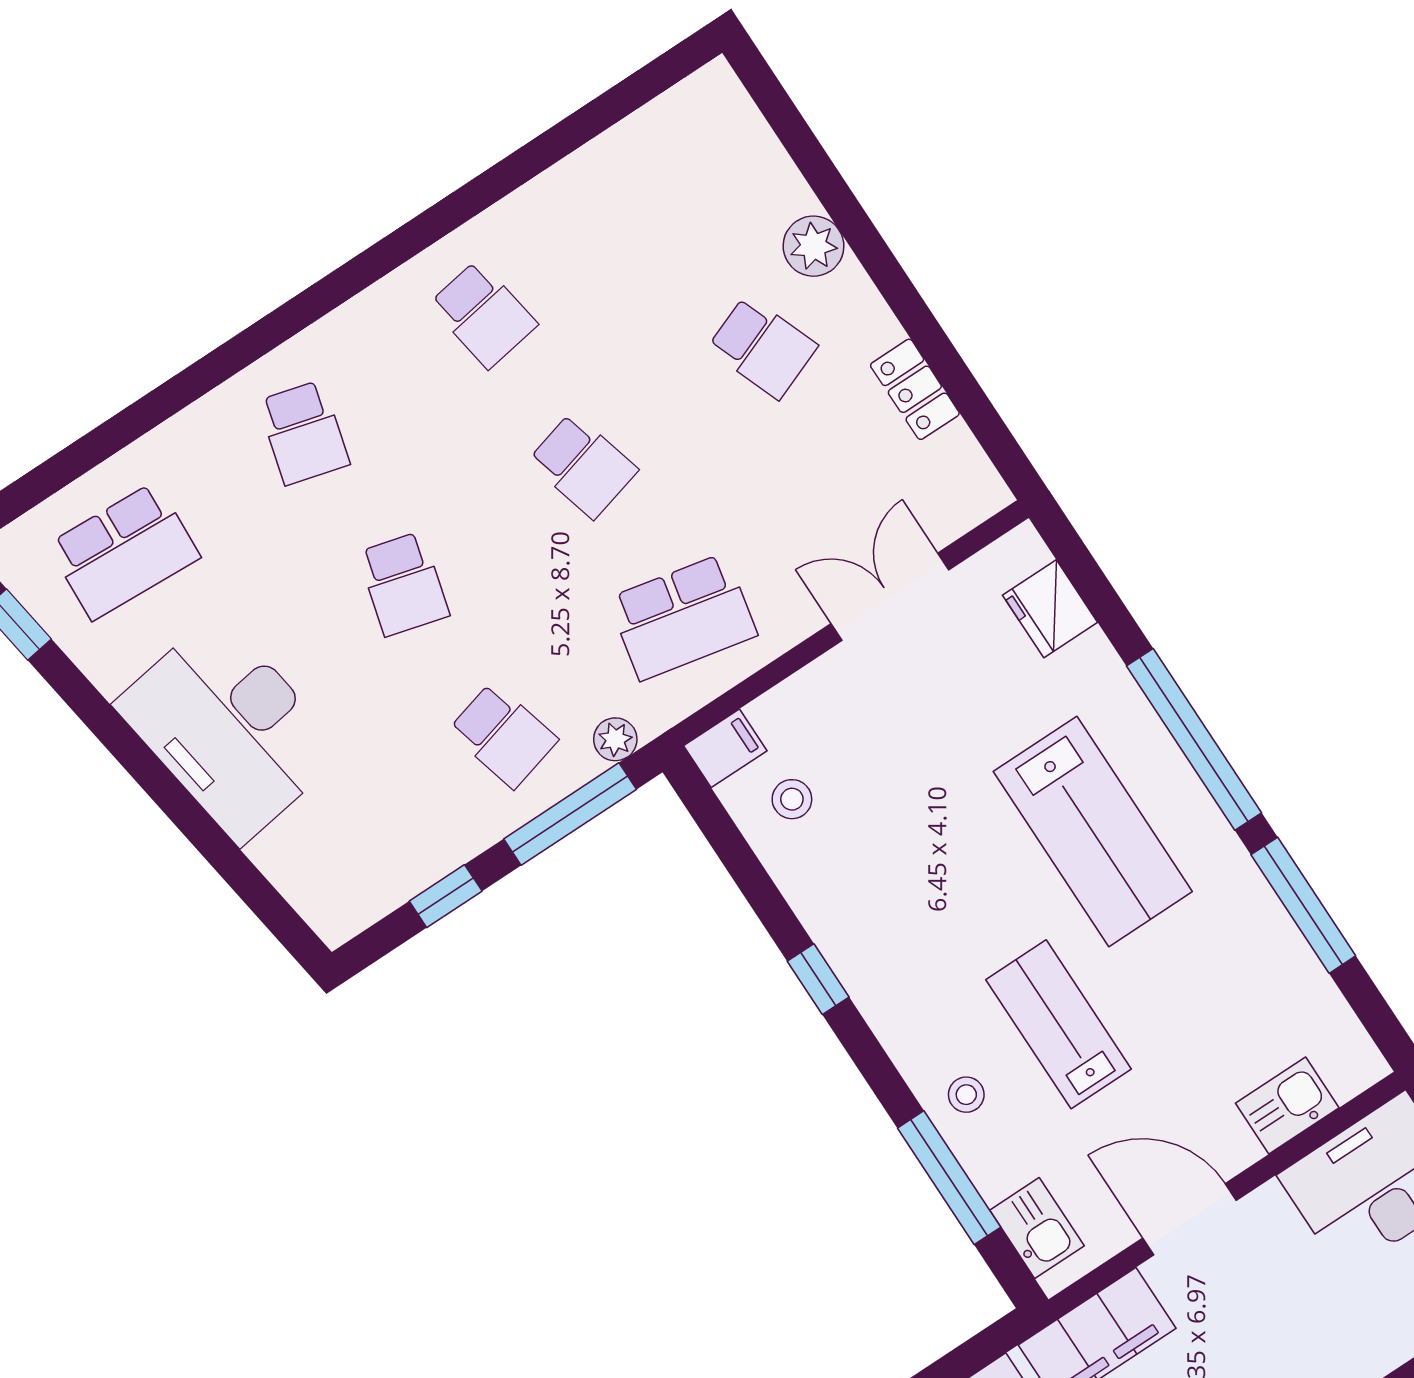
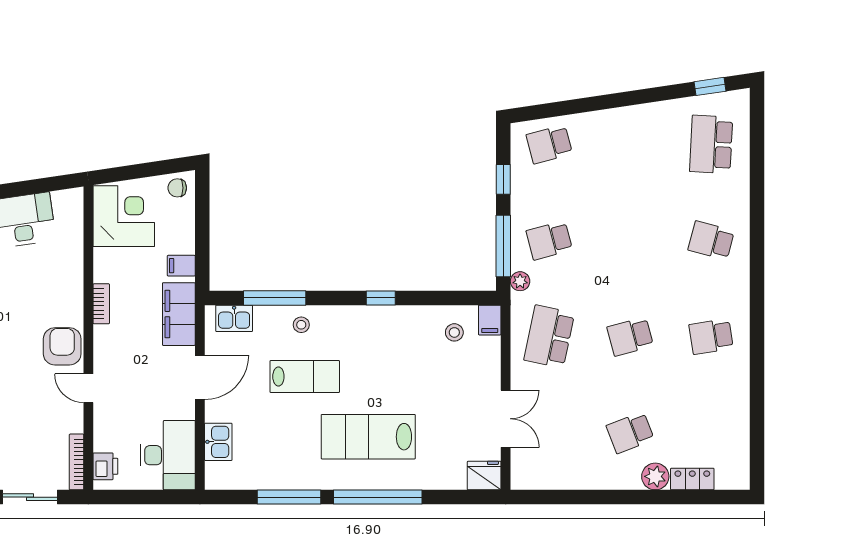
locker: (915, 389) -> (692, 479), moved
school desk: (403, 584) -> (549, 144), moved, turned -30
fridge: (1050, 609) -> (484, 476), moved
desk: (229, 728) -> (619, 140), removed

